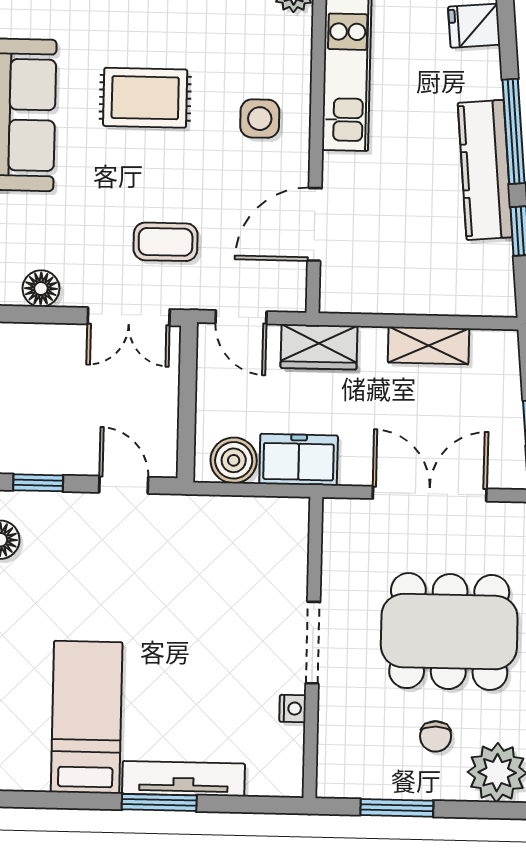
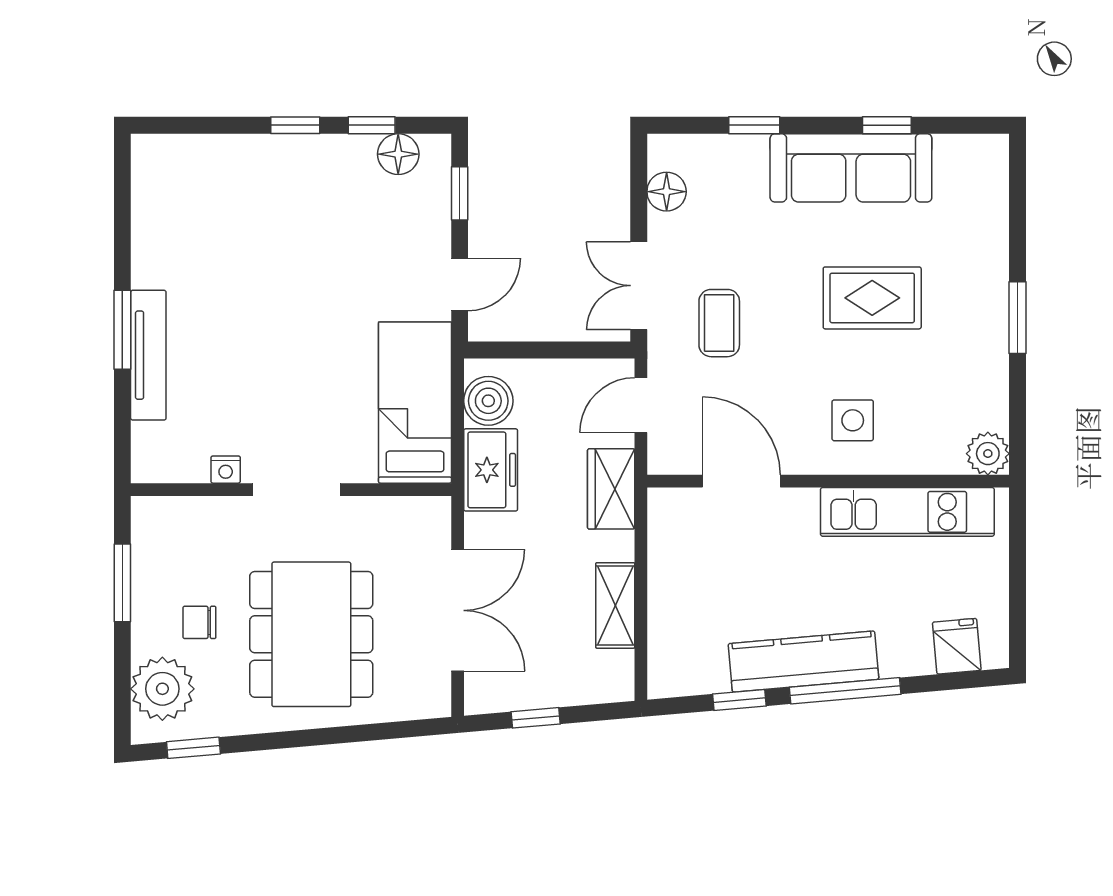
rug: (145, 98) -> (872, 298), turned 90
bed: (87, 717) -> (415, 403), moved, turned -90

